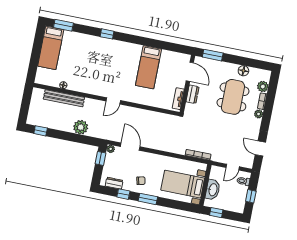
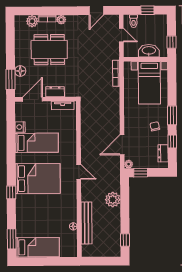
nightstand: (166, 55) -> (20, 127), added
bed: (115, 61) -> (38, 179), added
floor lamp: (243, 71) -> (20, 71), moved

